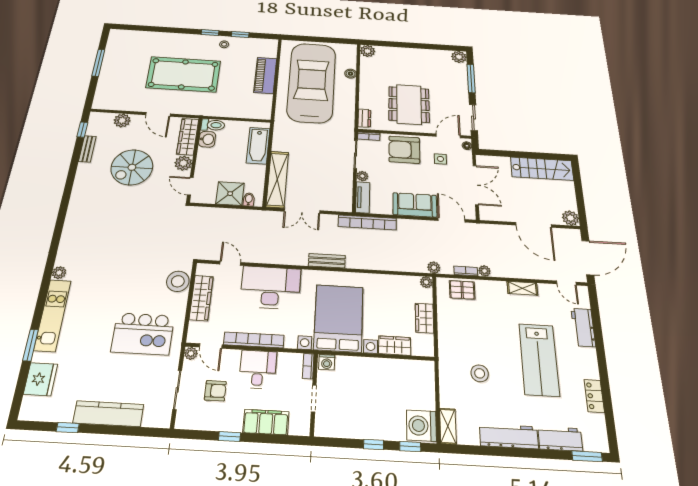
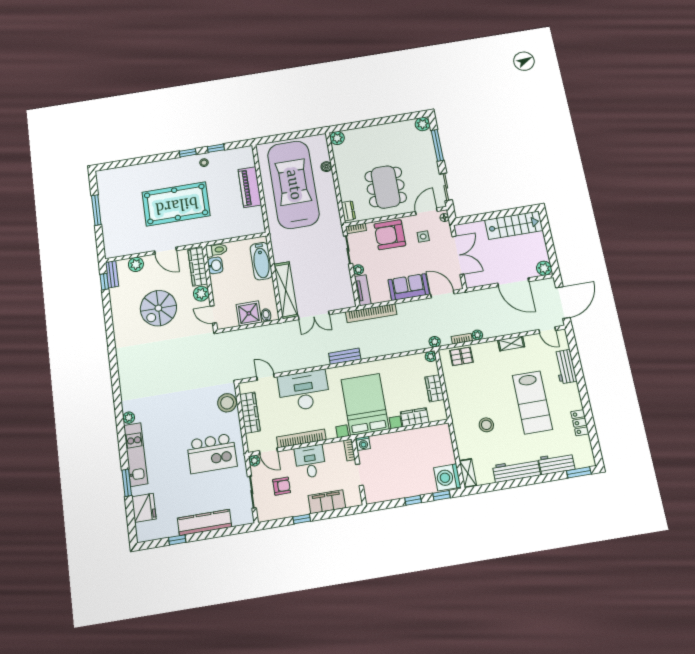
bench: (87, 149) -> (112, 274), moved

